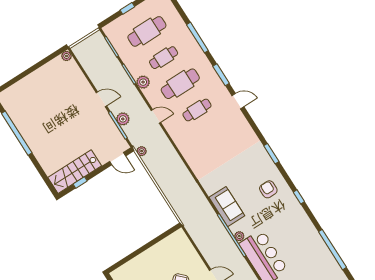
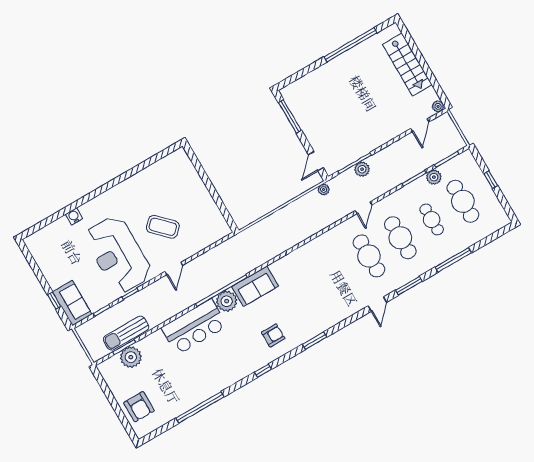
plant: (143, 82) -> (434, 177), moved
door: (101, 99) -> (420, 125), moved
cafe table: (197, 110) -> (369, 256), width x1.37, depth x1.35
stairs: (75, 172) -> (407, 65), moved, turned 180
window: (80, 183) -> (290, 116), width x2.17
plant: (239, 236) -> (227, 301), width x1.88, depth x1.88

